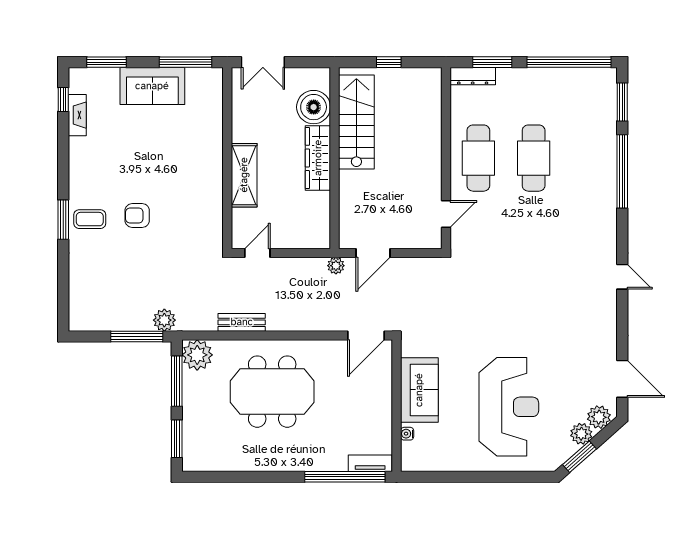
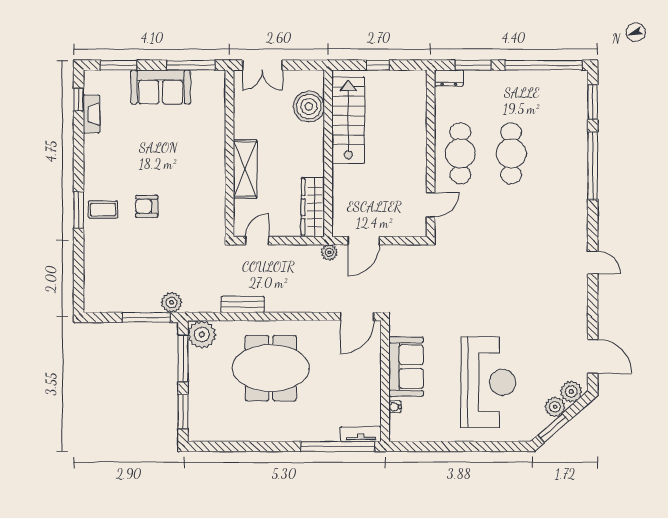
dresser: (473, 76) -> (449, 78), width x0.70
wardrobe: (318, 158) -> (313, 207), moved

